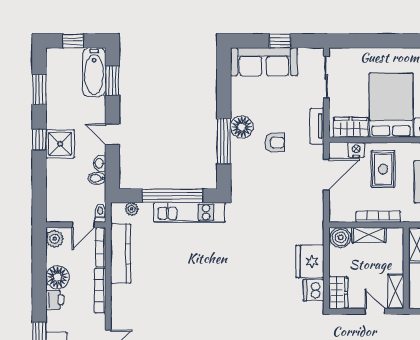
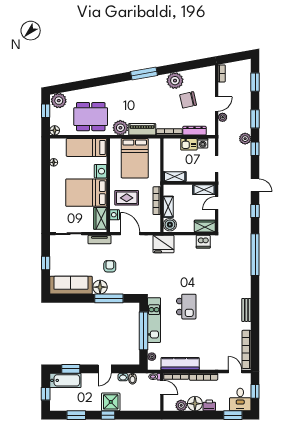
sofa: (264, 62) -> (71, 285), moved, turned -90
plant: (55, 239) -> (181, 405), moved
fridge: (310, 261) -> (163, 244), moved
kitchen island: (211, 263) -> (186, 307), added

